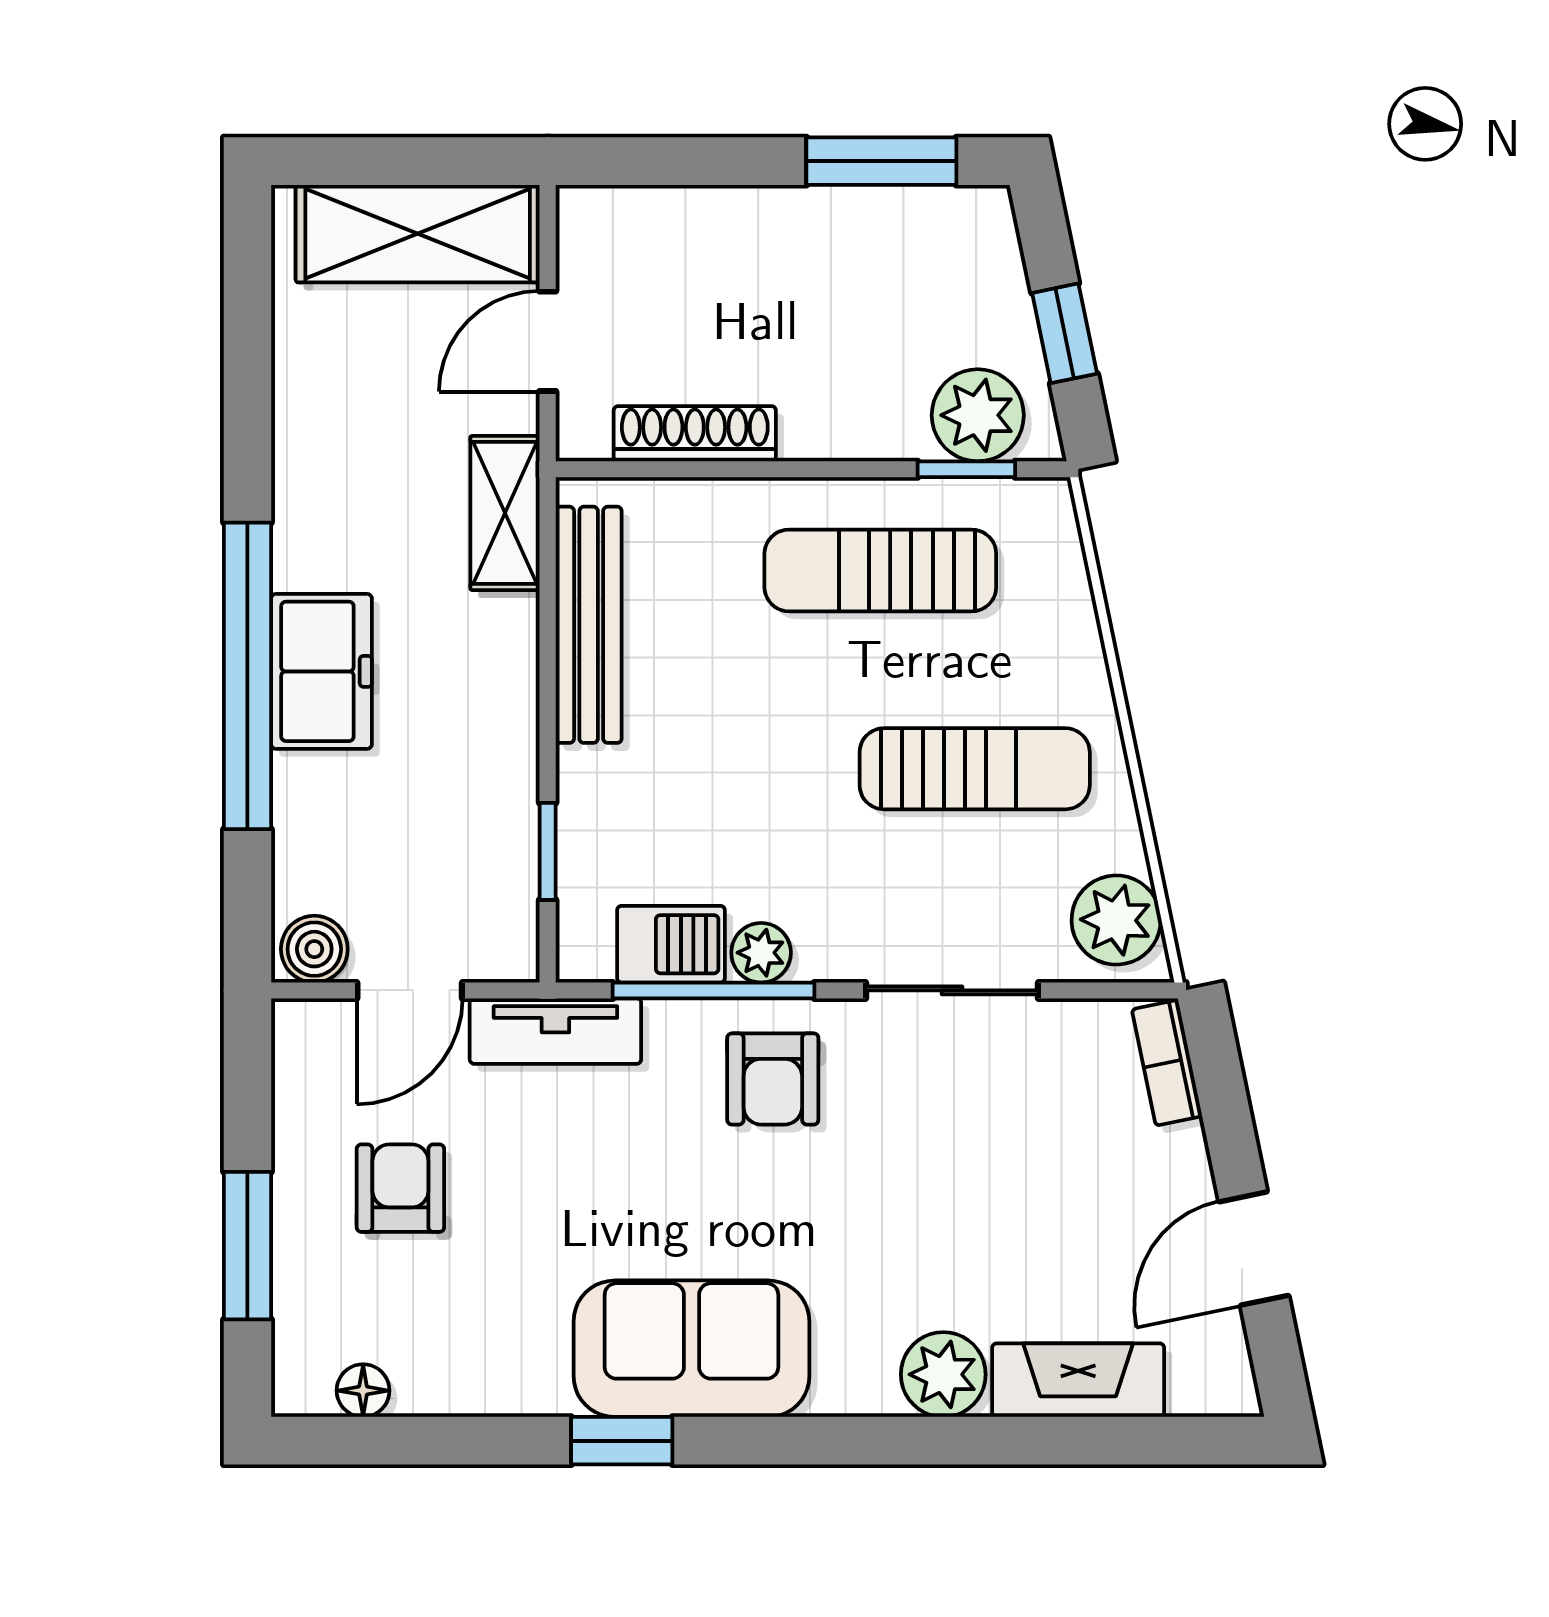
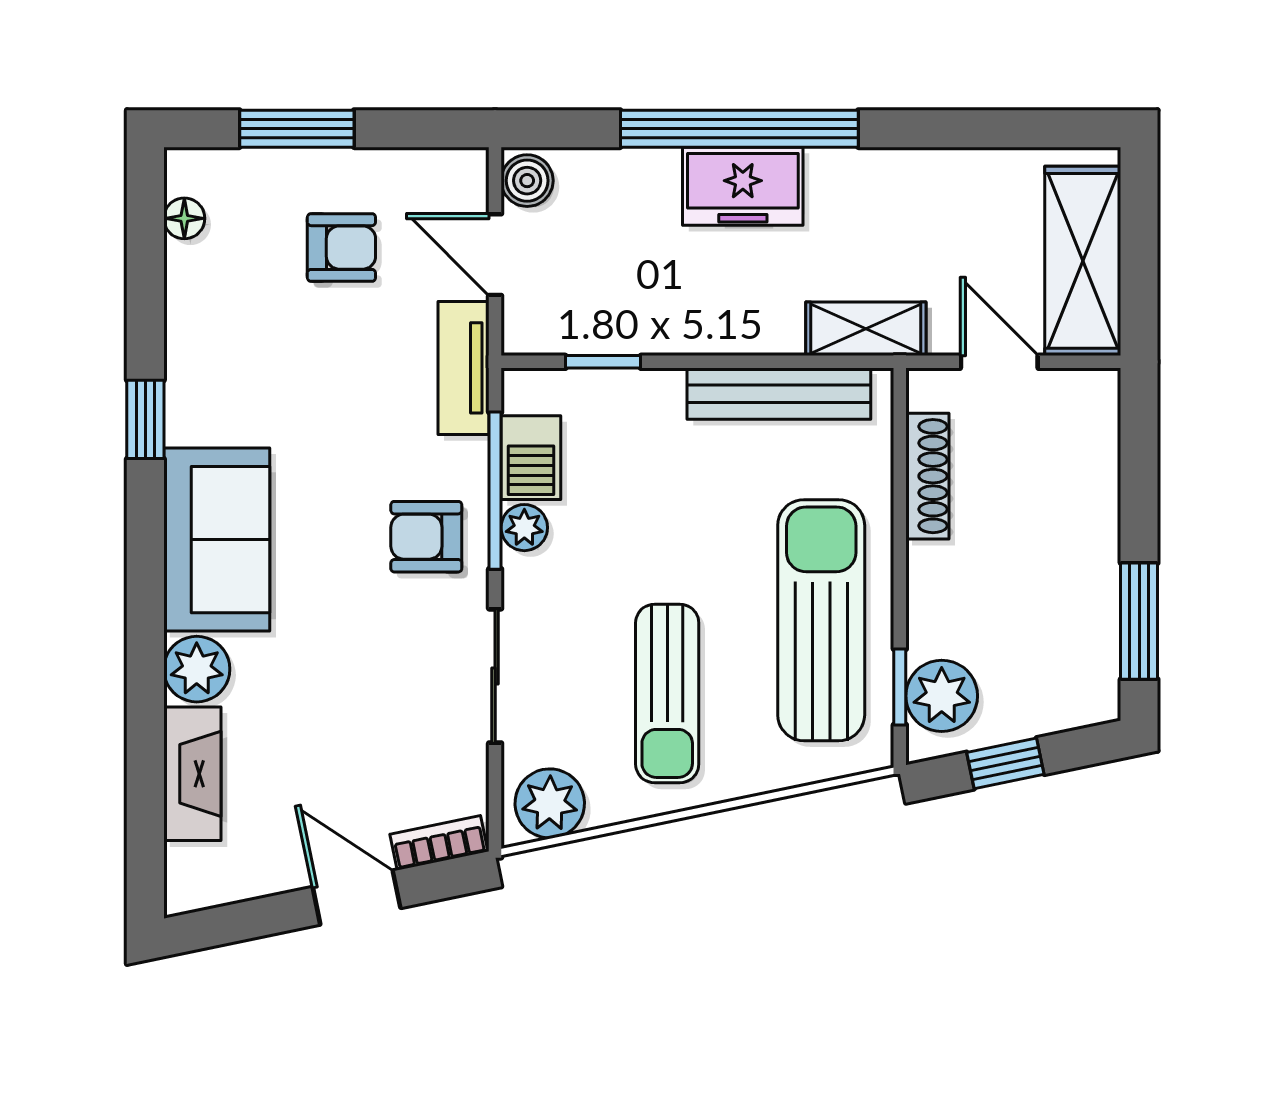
sun lounger: (880, 570) -> (821, 620), width x1.36, depth x1.34
door: (1254, 1249) -> (357, 898), moved
sofa: (691, 1349) -> (217, 540), moved

